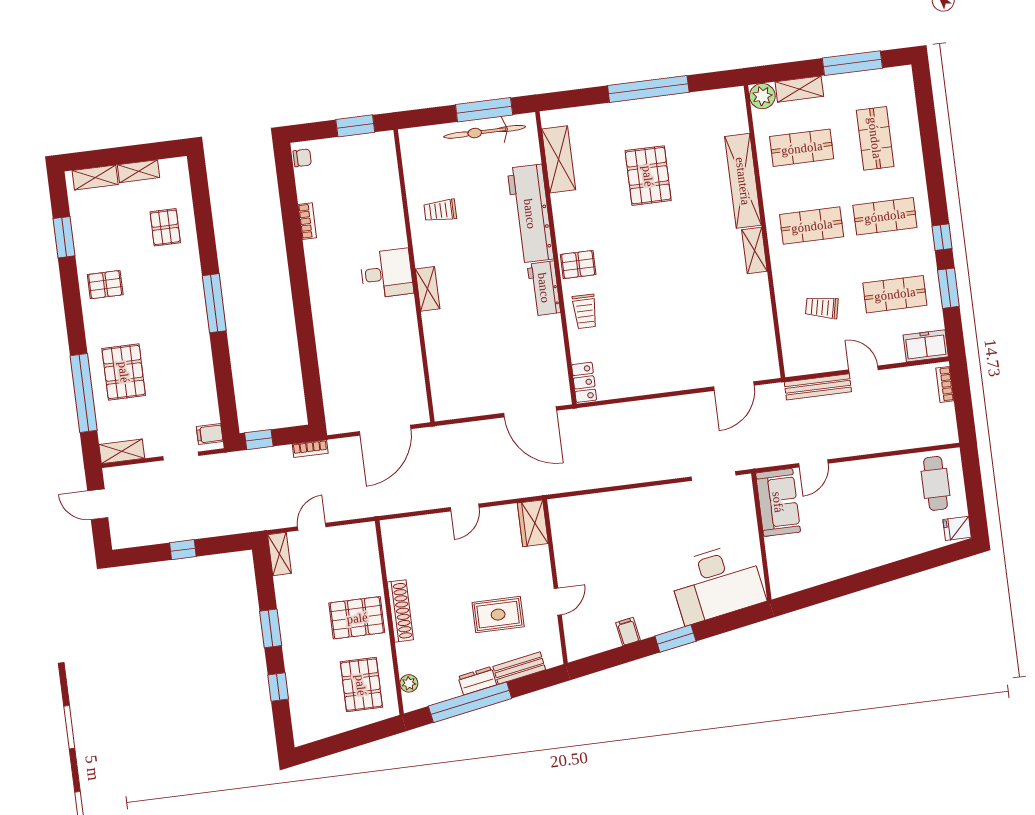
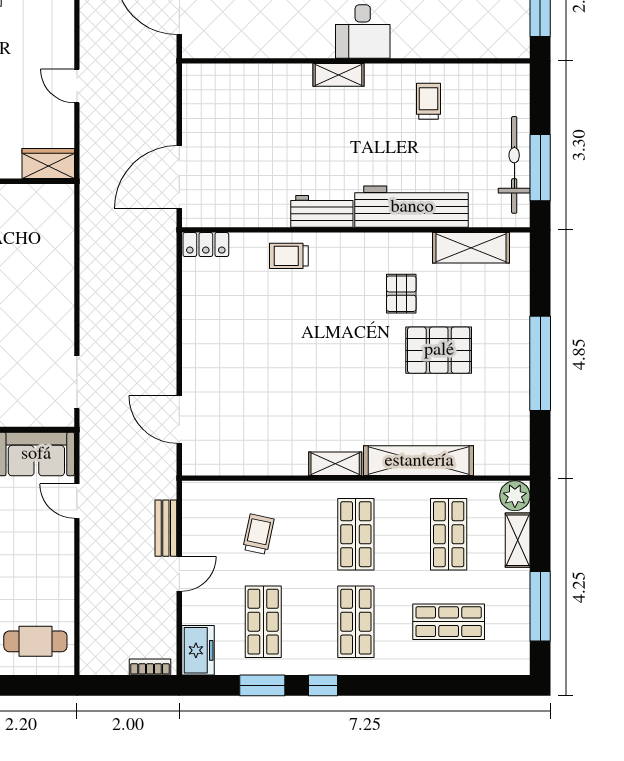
pallet: (578, 265) -> (401, 294), moved
bench: (818, 387) -> (166, 528), width x0.73

